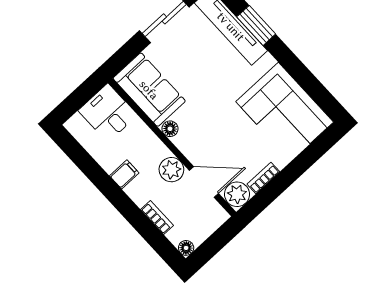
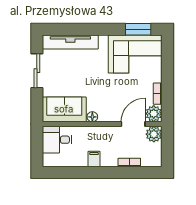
window: (256, 25) -> (138, 29), moved
plant: (171, 170) -> (154, 134), moved
floor lamp: (186, 248) -> (157, 162), removed

